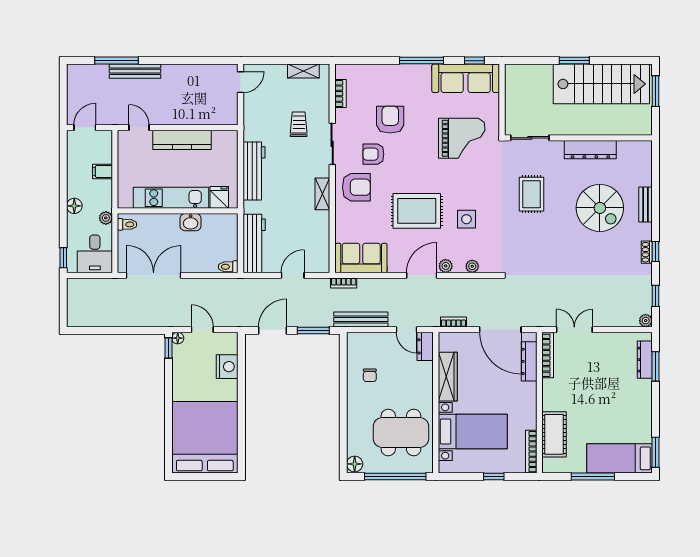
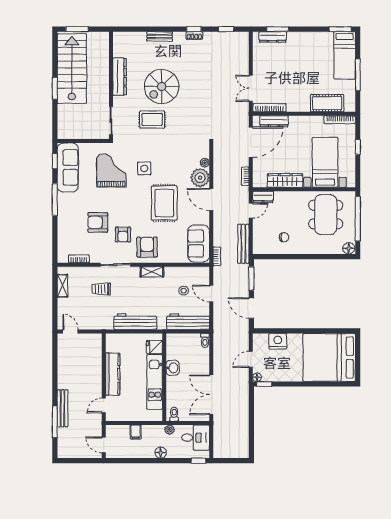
spiral stairs: (600, 208) -> (162, 86), moved, turned 180
side table: (466, 219) -> (144, 168), moved
stool: (297, 237) -> (184, 291), added
plant: (446, 266) -> (200, 178), width x1.88, depth x1.88
plant: (646, 321) -> (244, 36), removed

